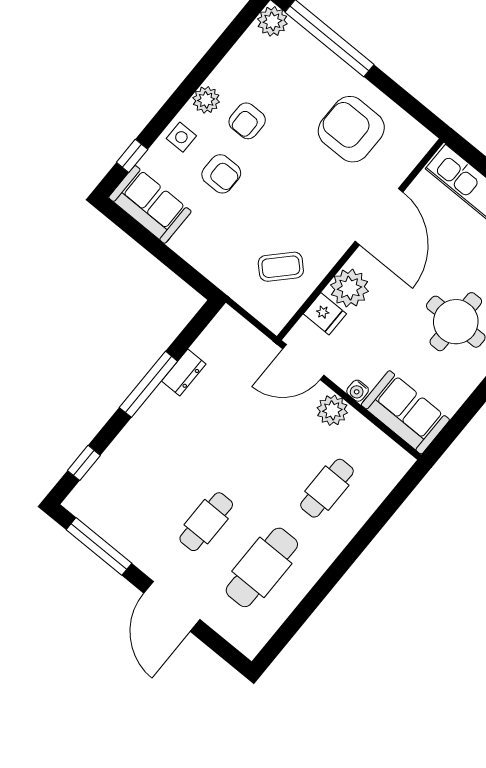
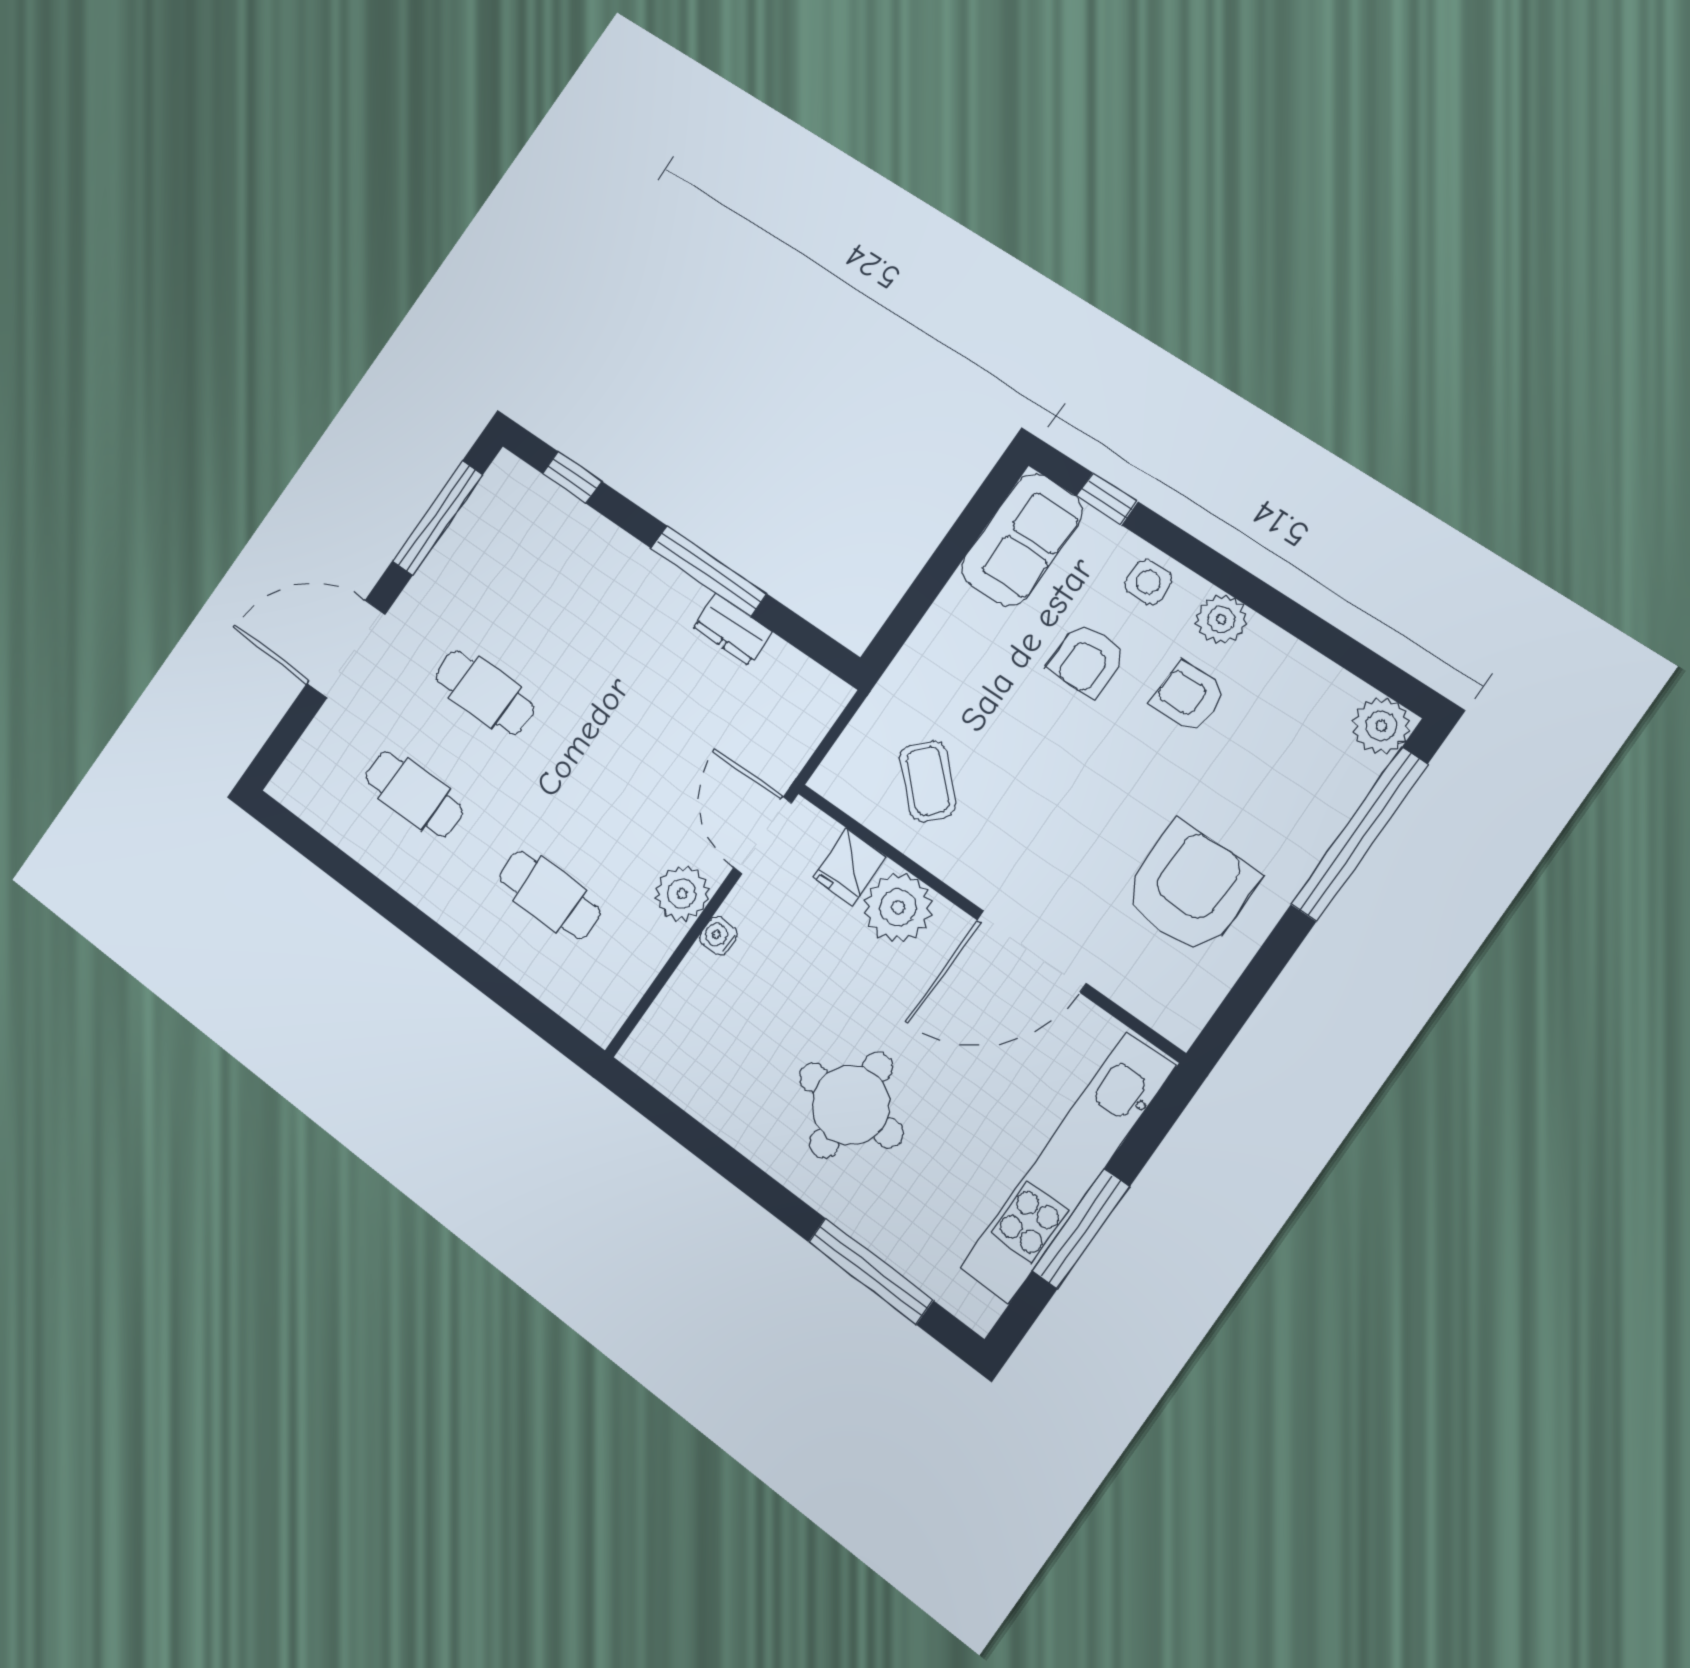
sofa: (405, 412) -> (686, 1024), removed
cafe table: (262, 567) -> (414, 794), width x0.73, depth x0.74

